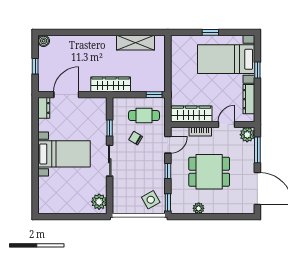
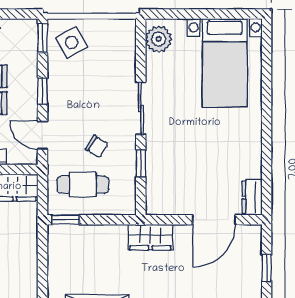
wardrobe: (111, 84) -> (150, 237), width x0.67
door: (168, 145) -> (42, 135), hinge flipped
bed with nightstands: (64, 154) -> (225, 63), moved, turned -90

